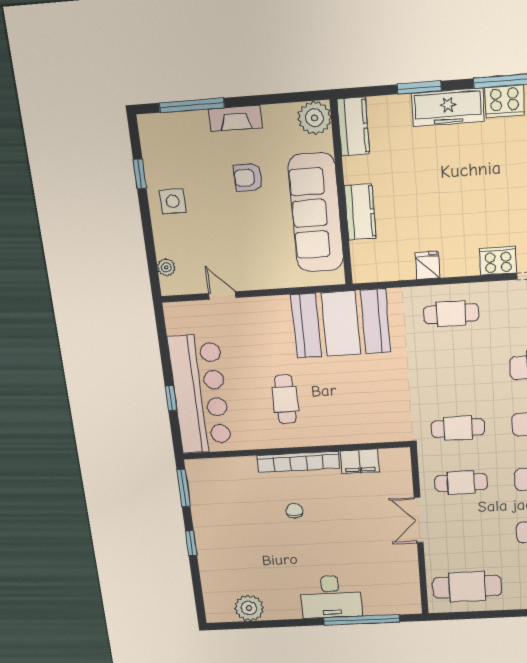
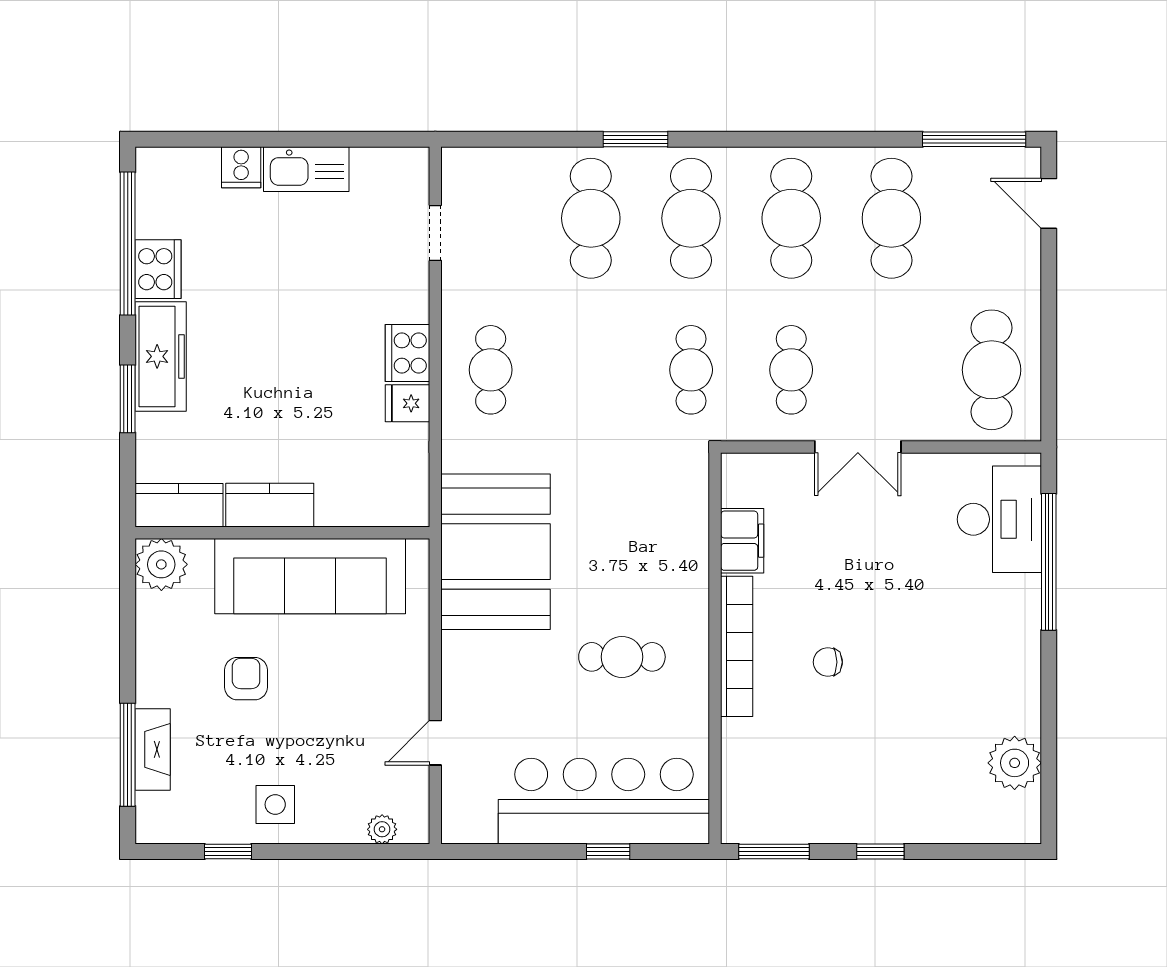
fireplace: (236, 118) -> (153, 749), moved
armchair: (248, 178) -> (246, 679), turned 180
kitchen counter: (360, 212) -> (270, 505), moved
cooker: (498, 261) -> (408, 353), moved
desk: (331, 597) -> (999, 519), moved

